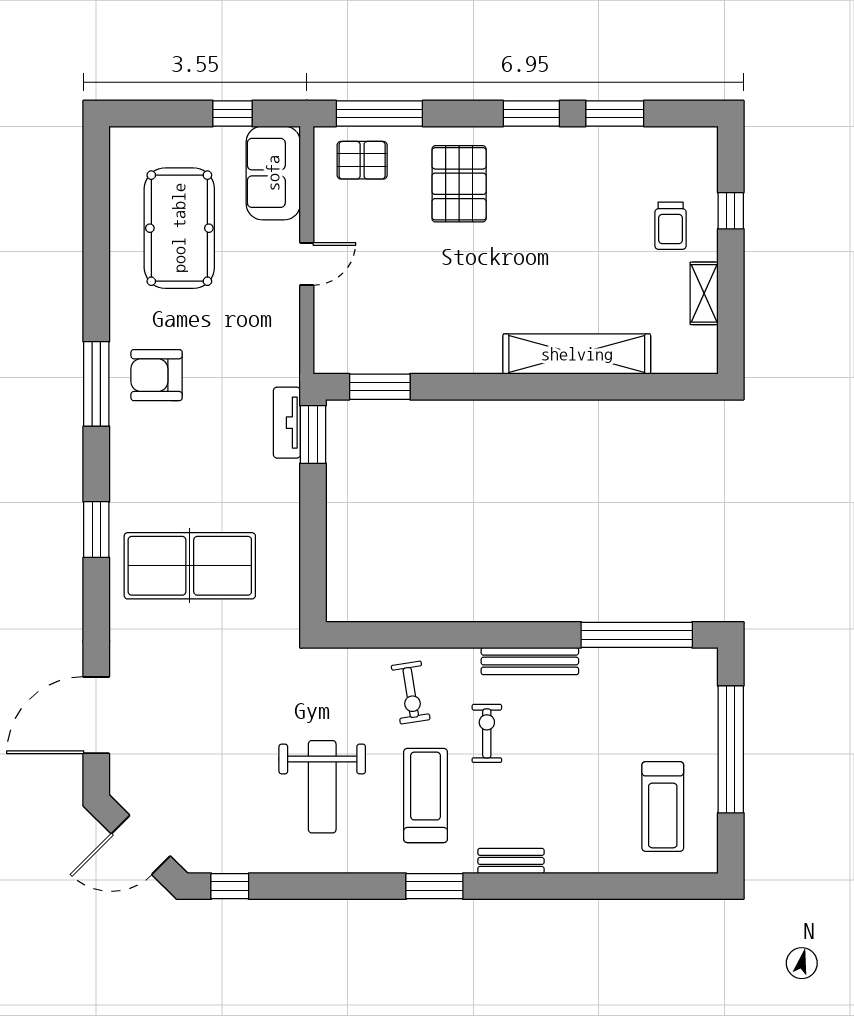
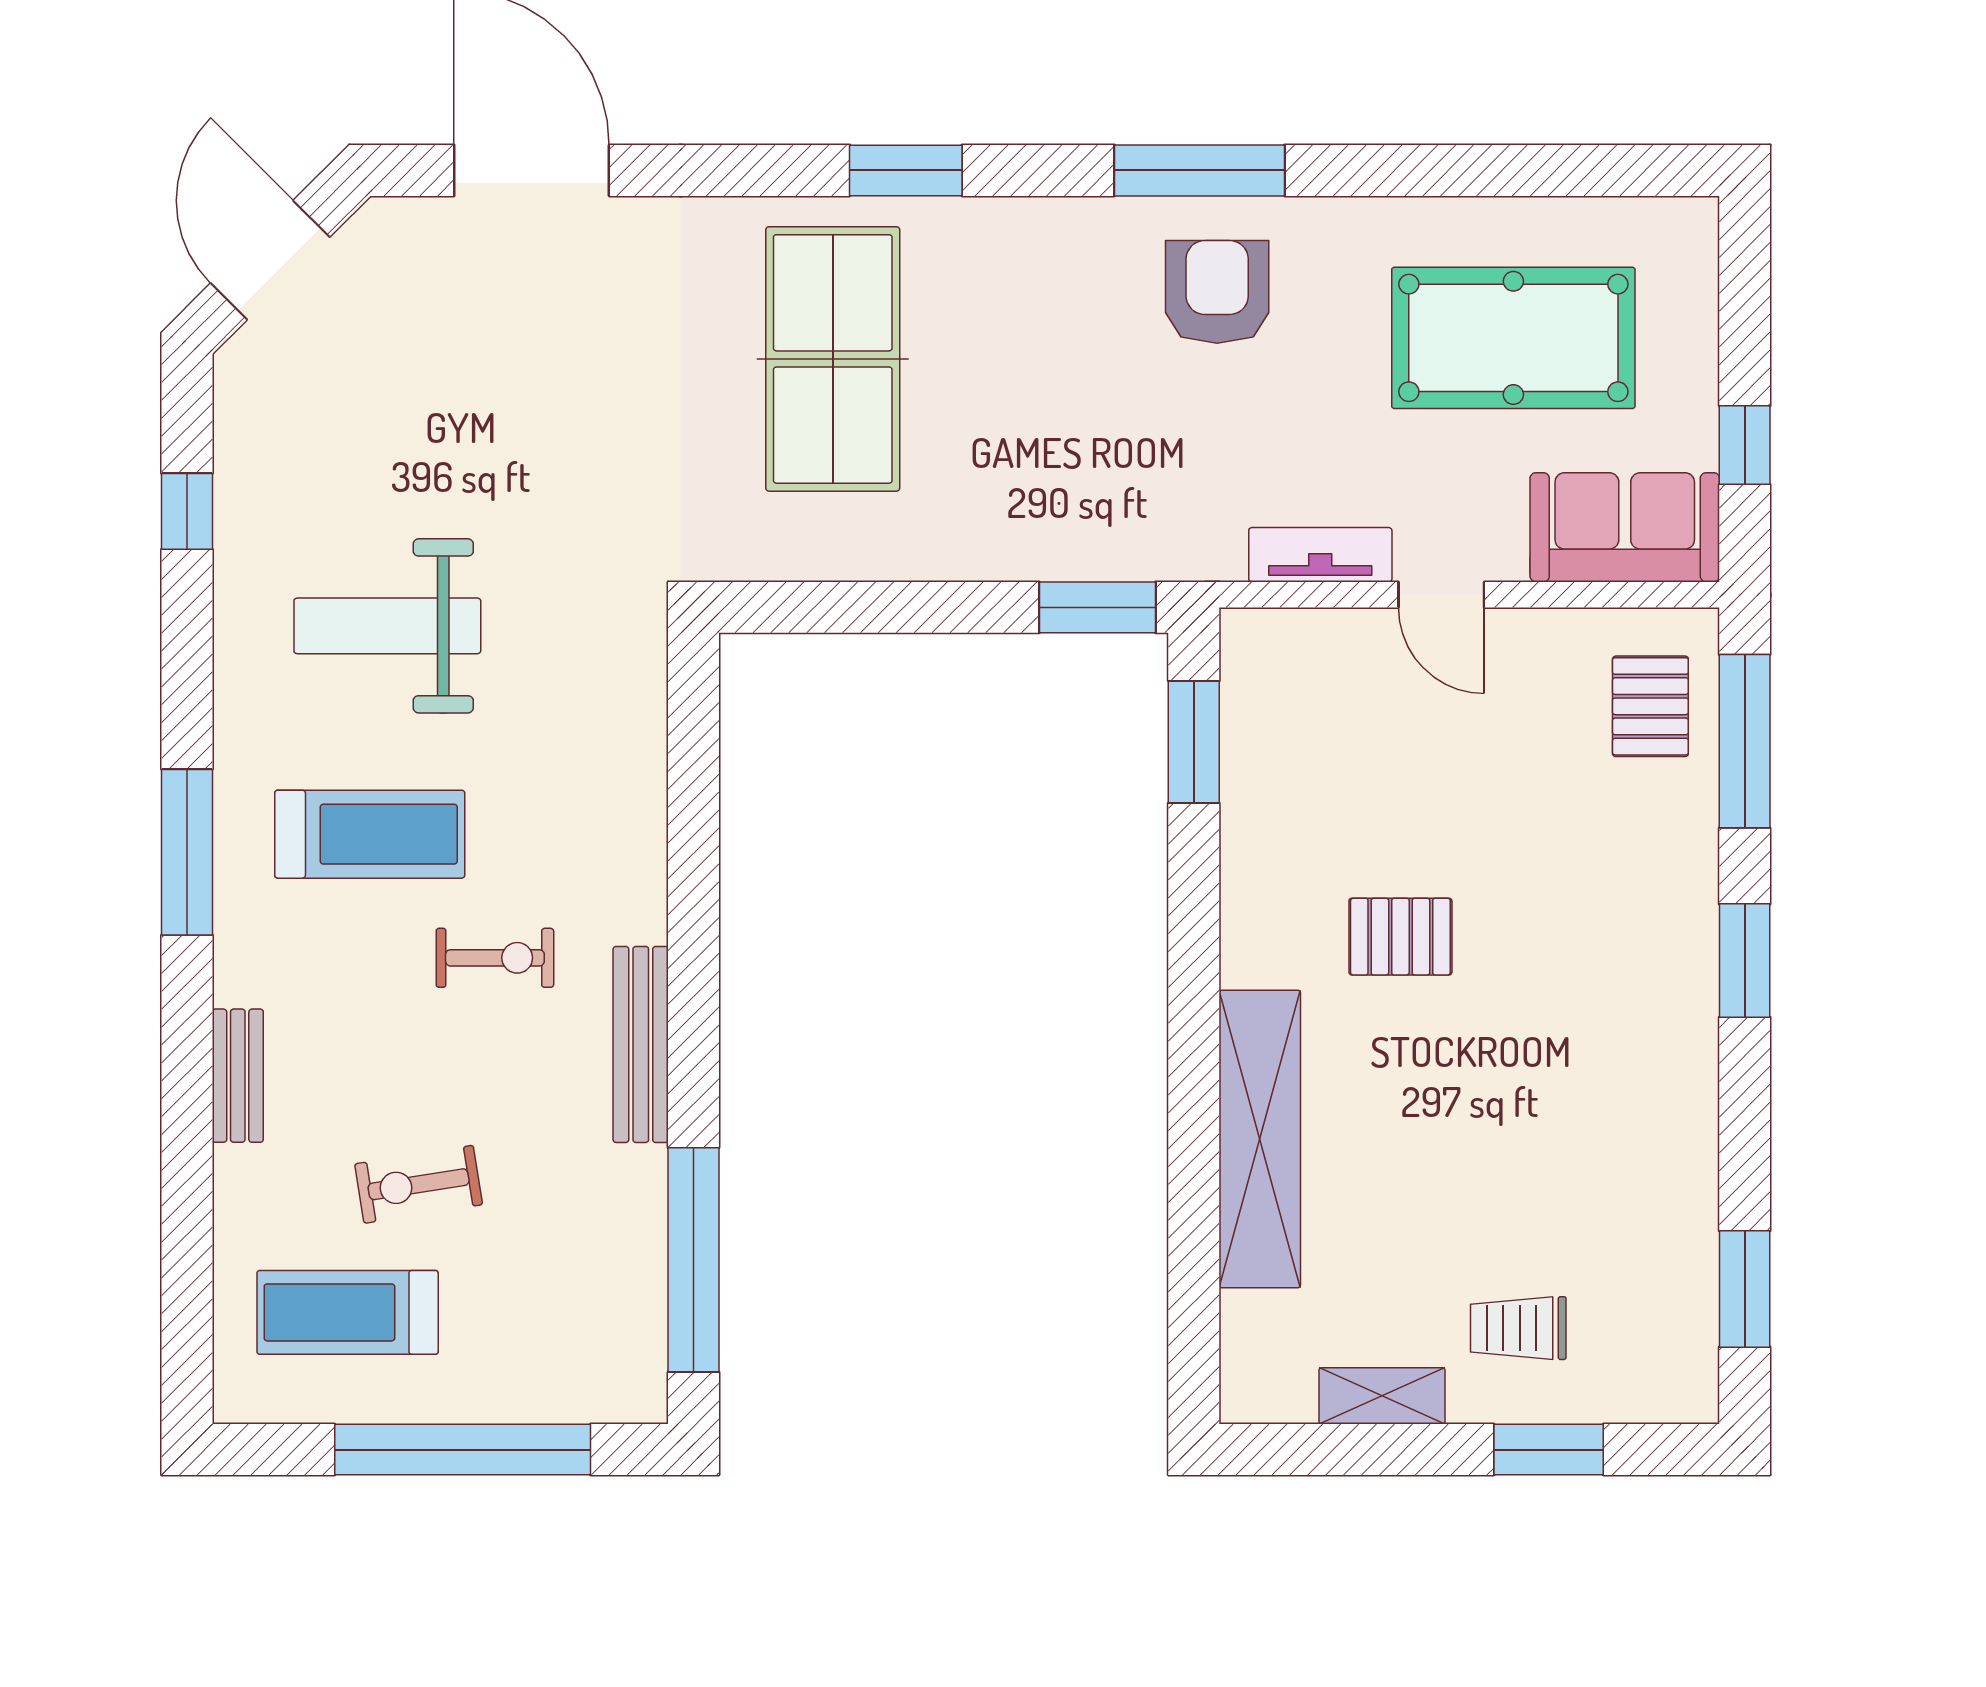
window: (531, 113) -> (1745, 961), moved
window: (615, 113) -> (1745, 1289), moved
pallet: (459, 184) -> (1400, 937), moved, width x0.67, depth x0.71
window: (731, 211) -> (1549, 1450), width x1.50
tv unit: (287, 423) -> (1320, 555), moved
exercise bike: (411, 693) -> (419, 1184), moved
bench: (511, 861) -> (238, 1076), moved
window: (230, 886) -> (187, 511), moved
window: (434, 886) -> (187, 852), width x1.44

